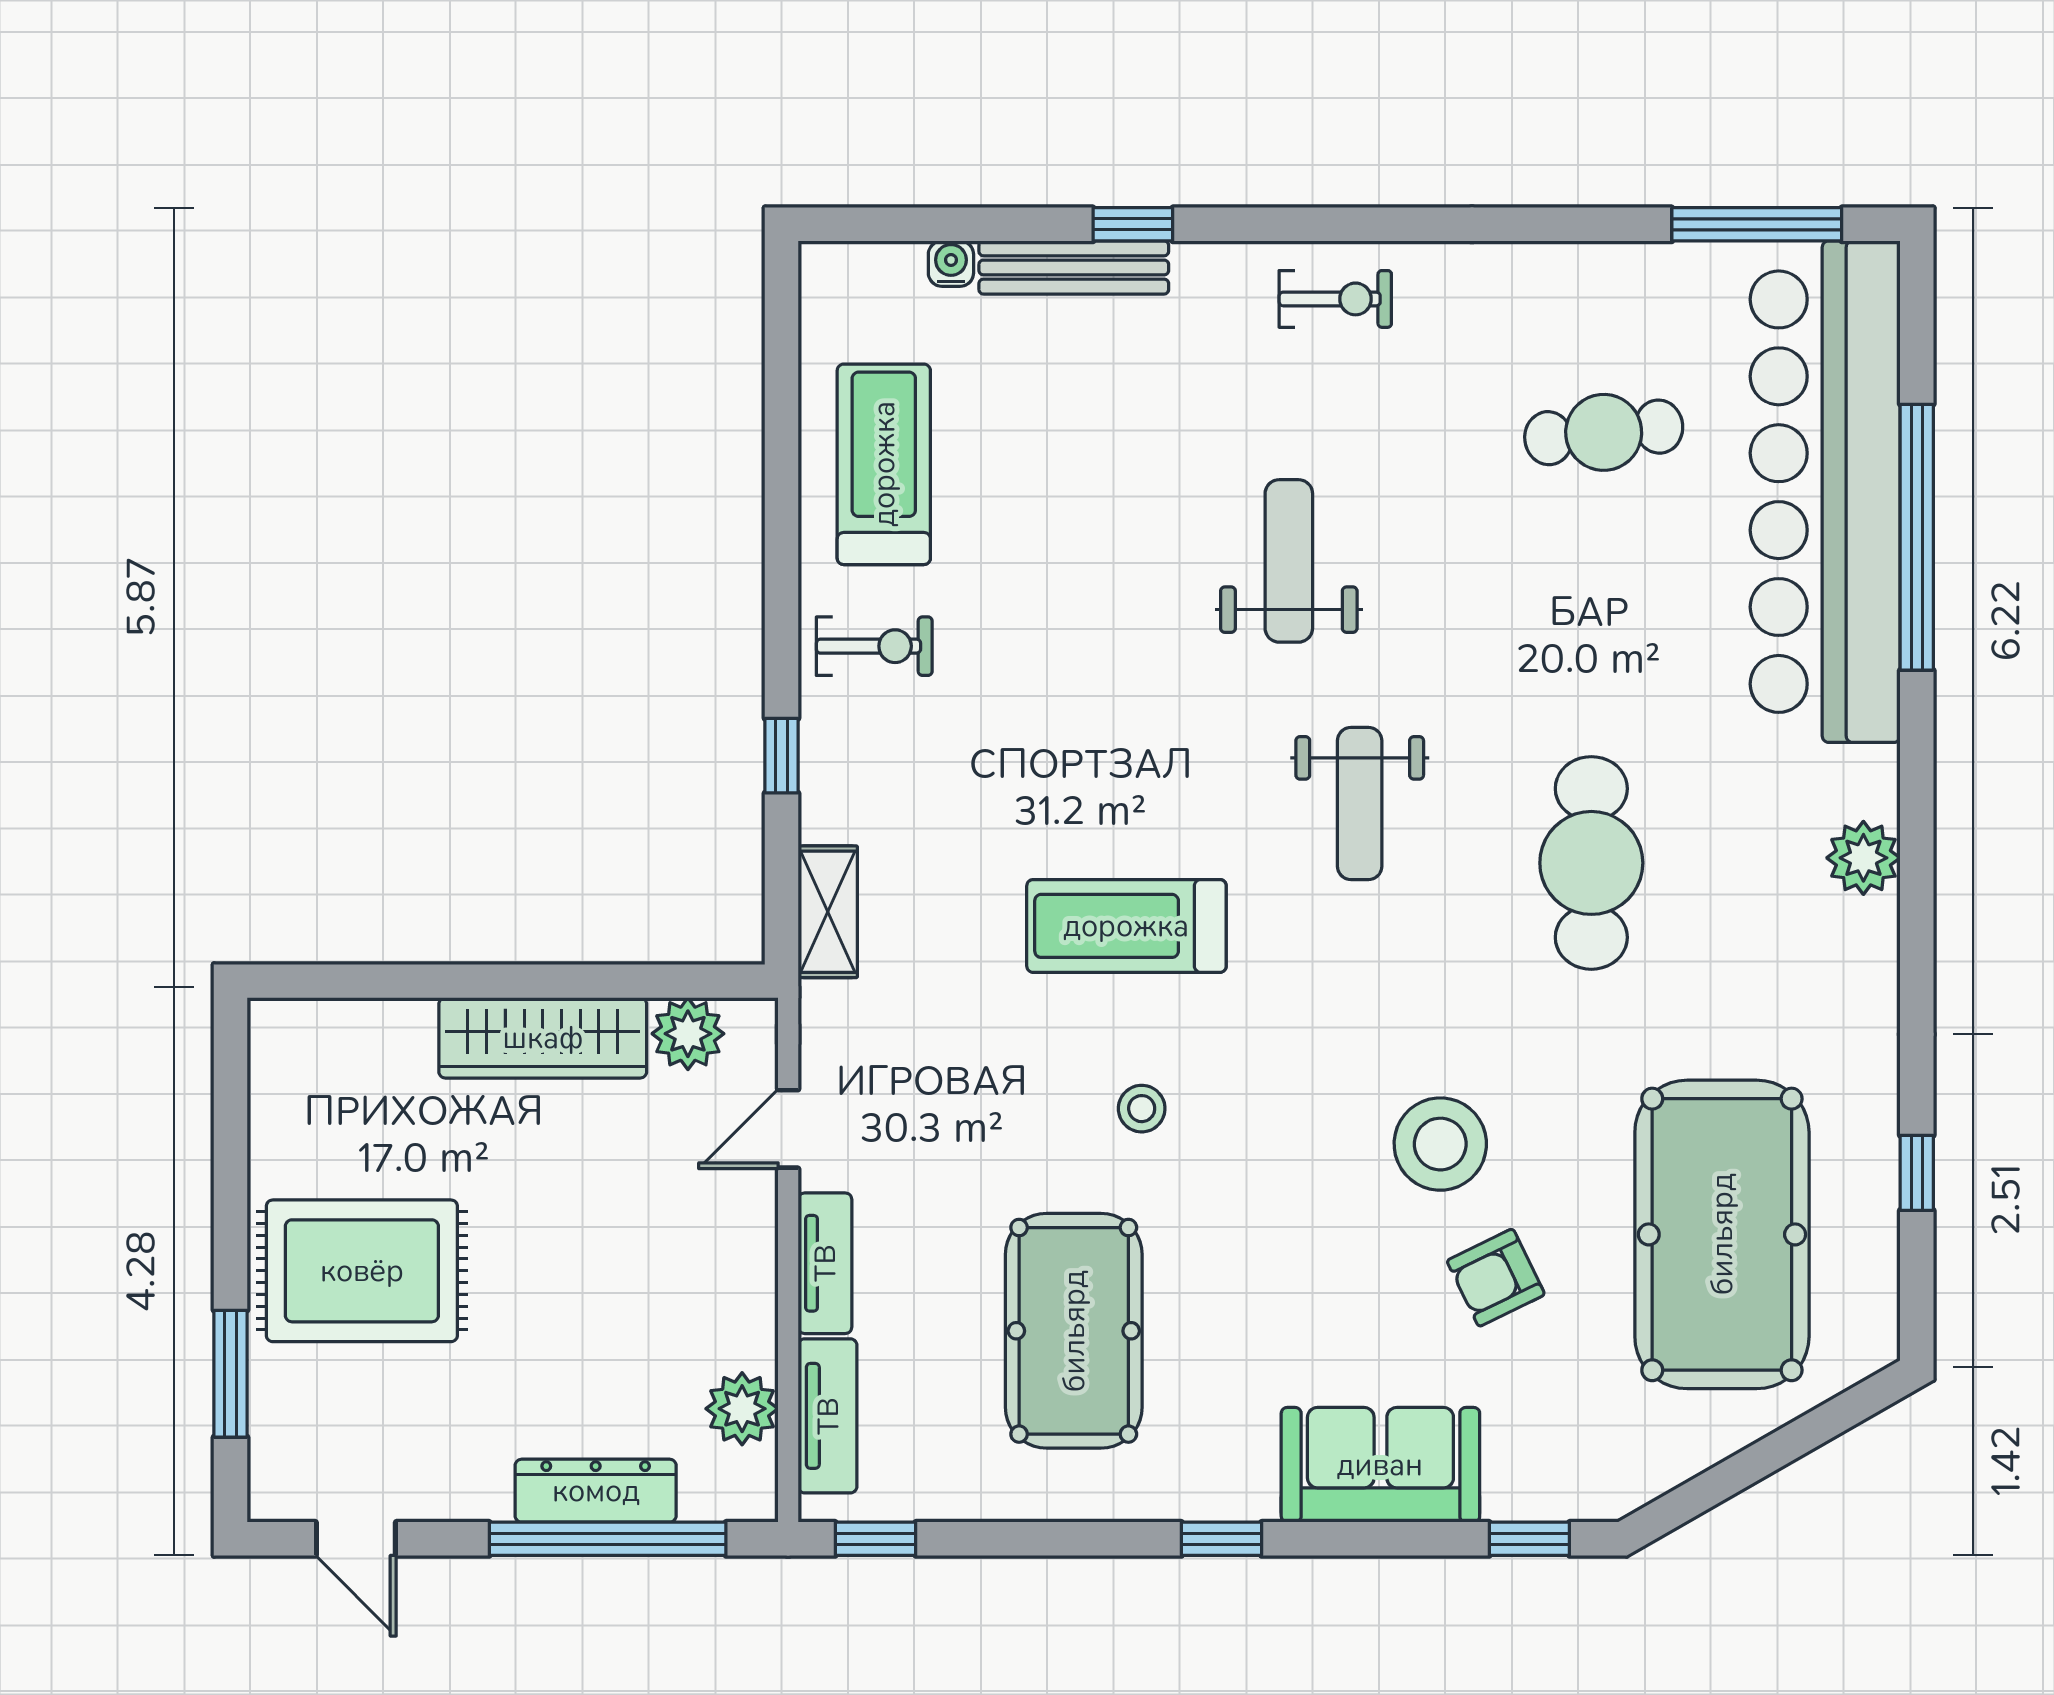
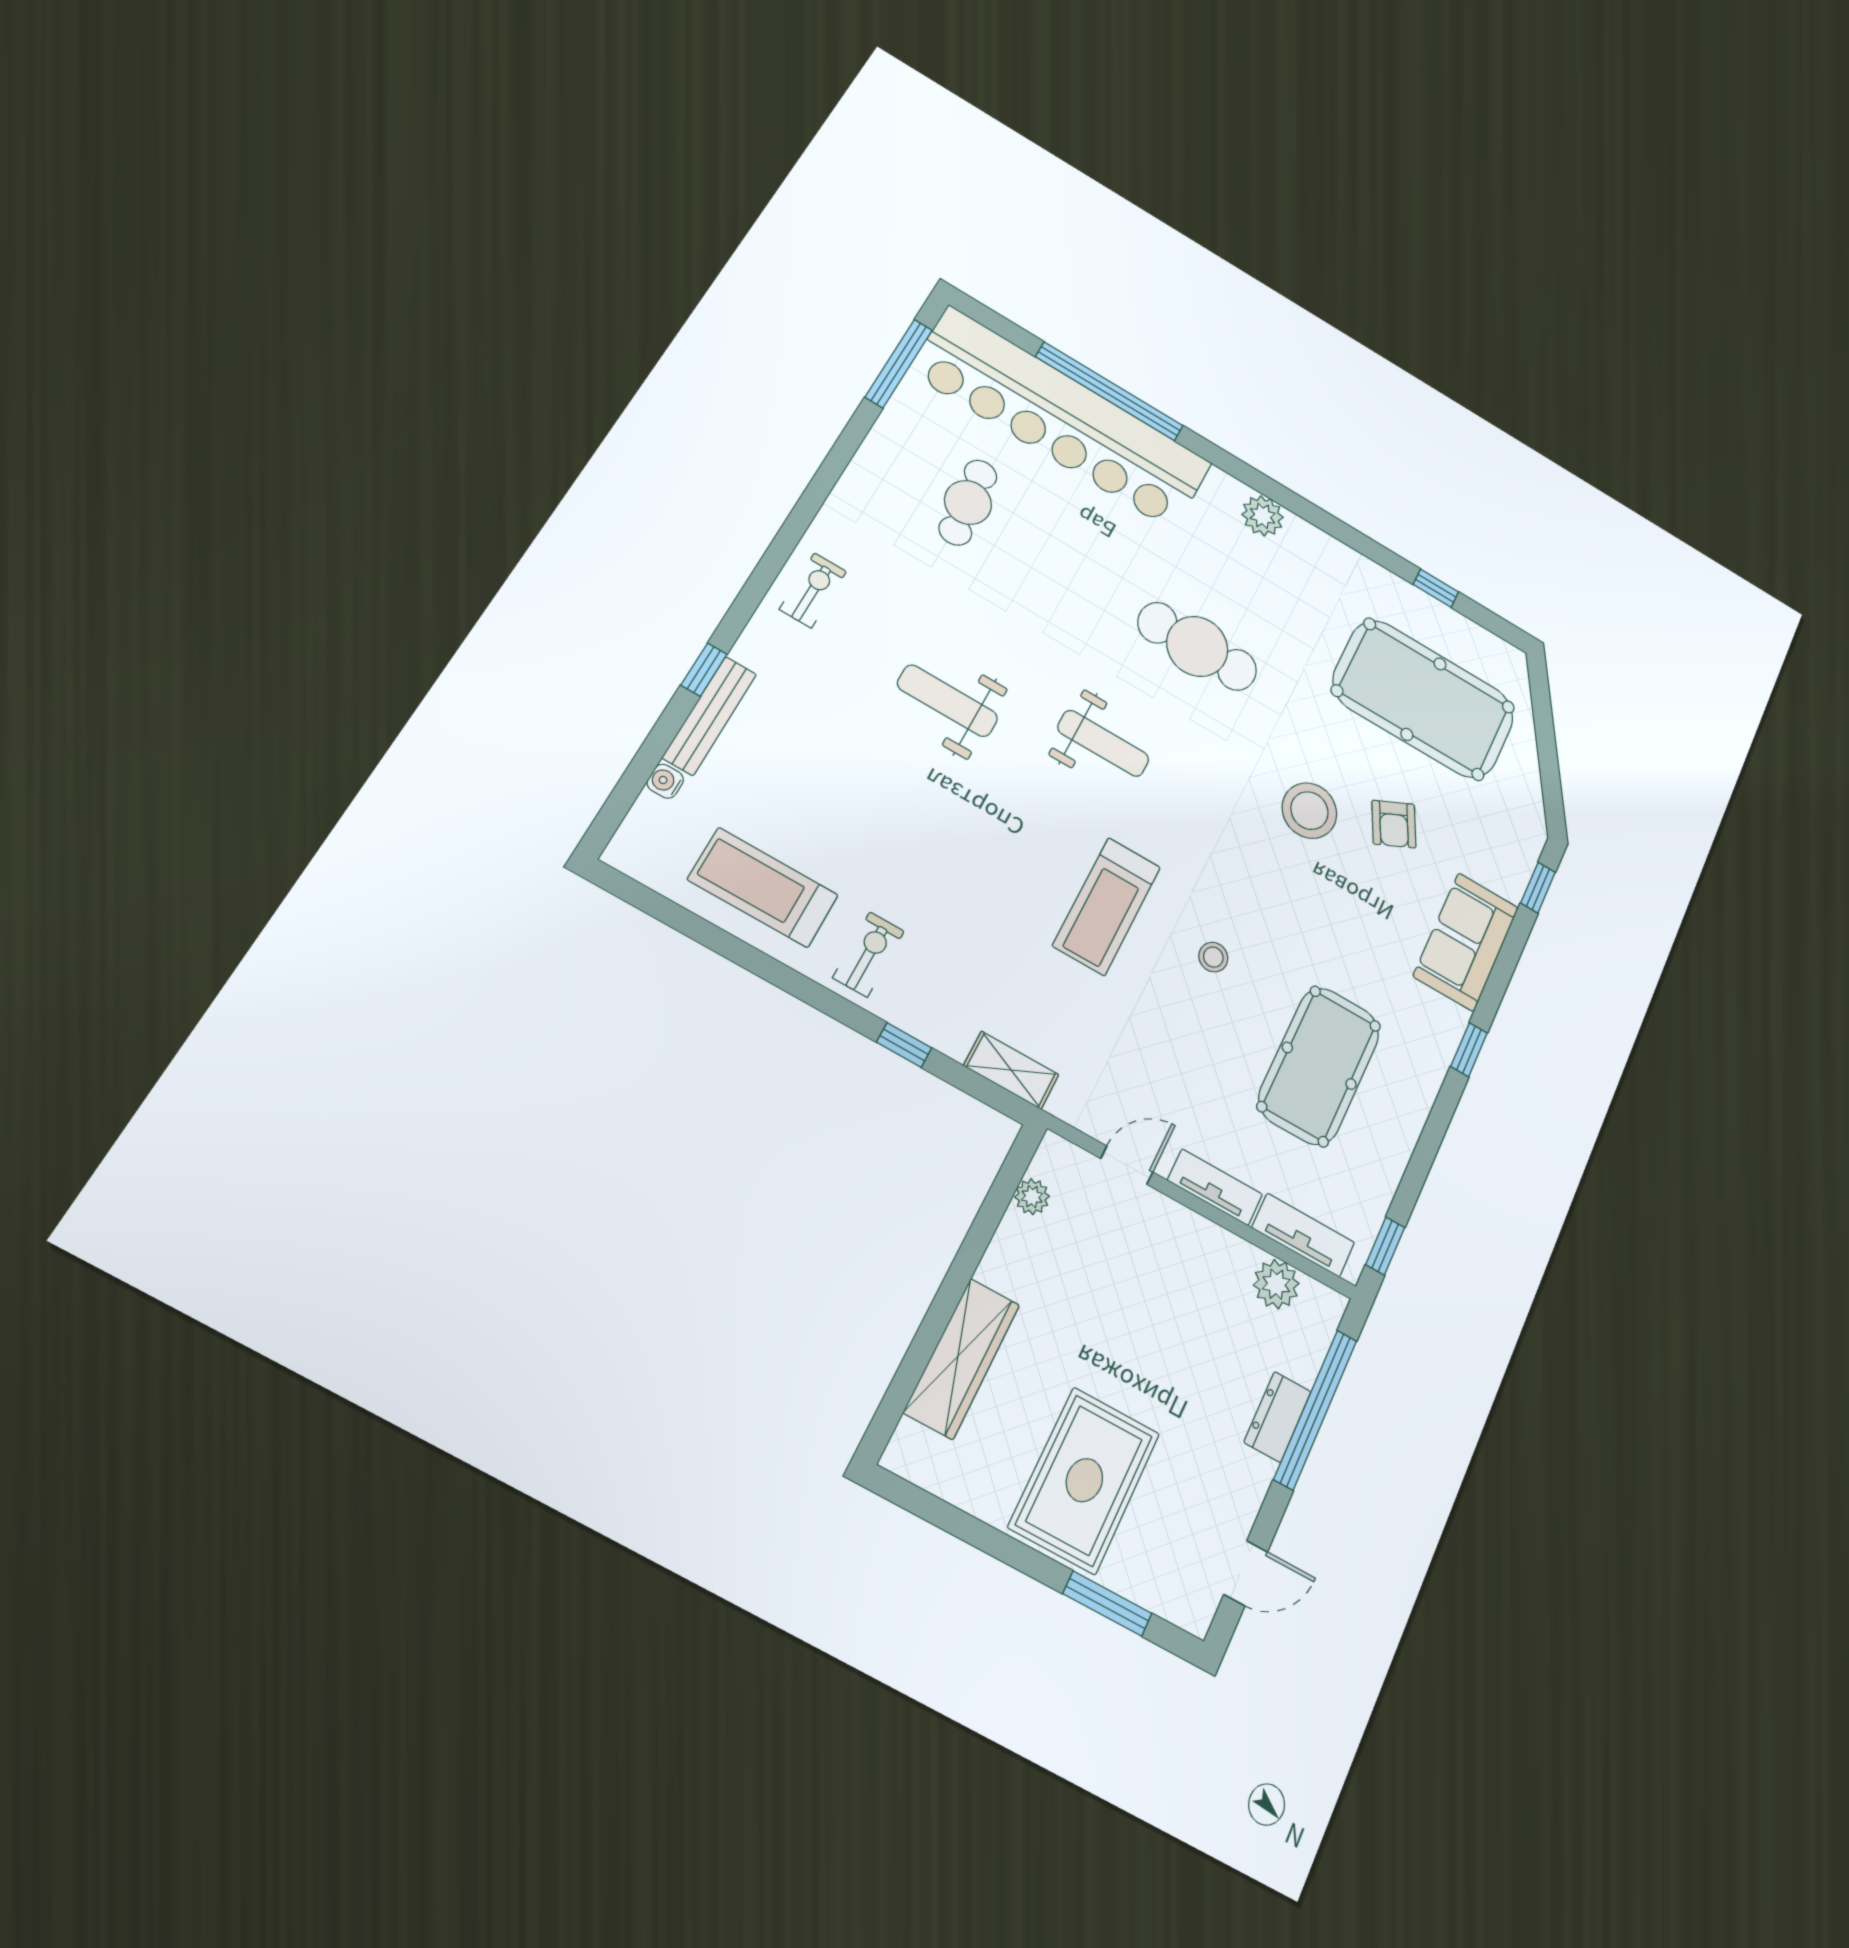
plant: (688, 1034) -> (1032, 1197), width x0.73, depth x0.73
wardrobe: (543, 1038) -> (962, 1358), moved
door: (788, 1129) -> (1127, 1165), swing flipped
pool table: (1074, 1331) -> (1319, 1066), turned 90
dresser: (596, 1491) -> (1277, 1417), width x0.70

